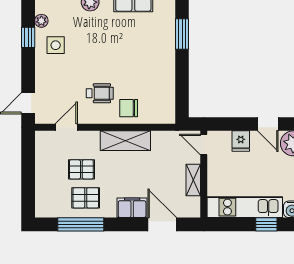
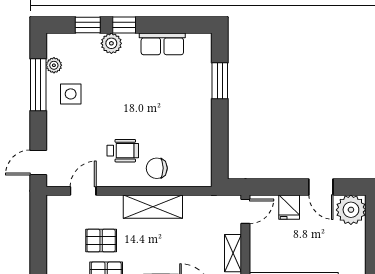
window: (28, 37) -> (38, 85), width x2.17
door: (204, 145) -> (245, 211), swing flipped

